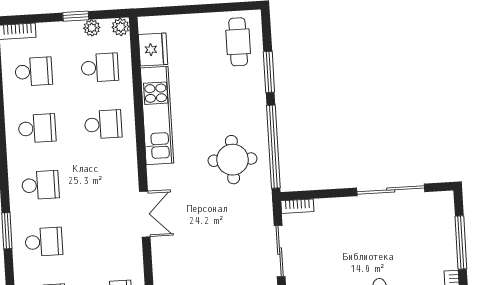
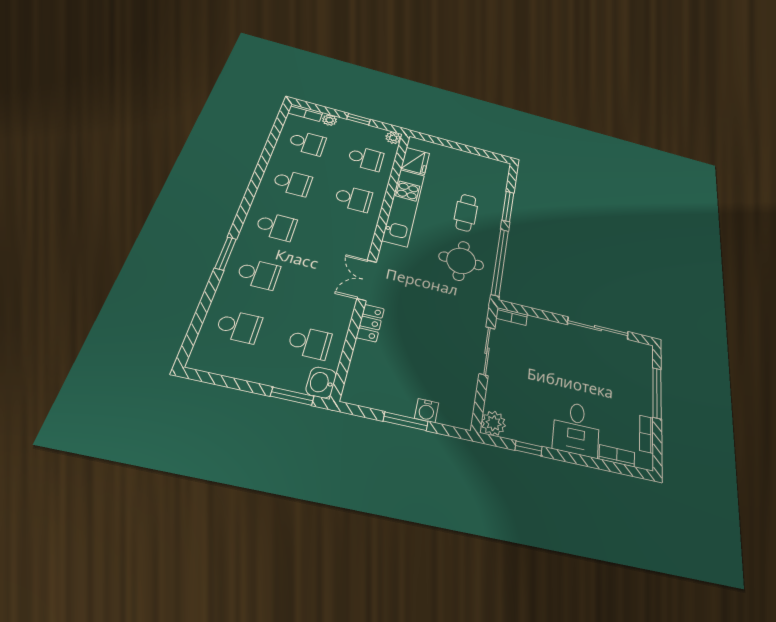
plant: (92, 28) -> (329, 120), moved
cafe table: (238, 42) -> (466, 213), moved
double door: (145, 214) -> (367, 280), swing flipped
locker: (161, 258) -> (370, 323), added

